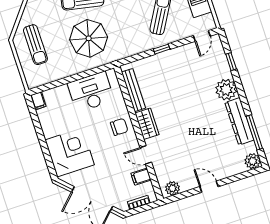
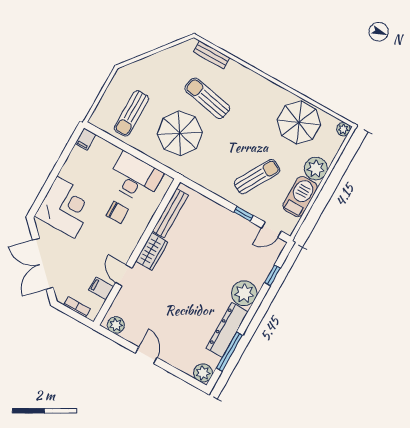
sun lounger: (35, 45) -> (131, 113), moved
window: (162, 49) -> (244, 214), moved
chair: (119, 127) -> (117, 213), moved

